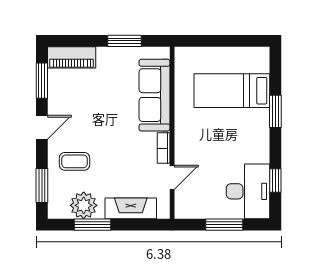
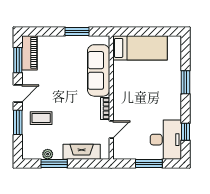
piano: (72, 57) -> (30, 53), moved, turned -90
bed: (232, 91) -> (140, 48), moved, turned 180
window: (42, 186) -> (18, 122), moved
plant: (84, 205) -> (48, 154), width x0.53, depth x0.53

